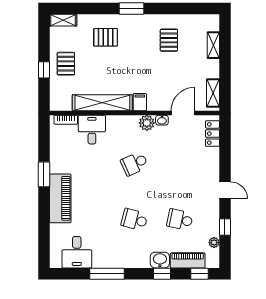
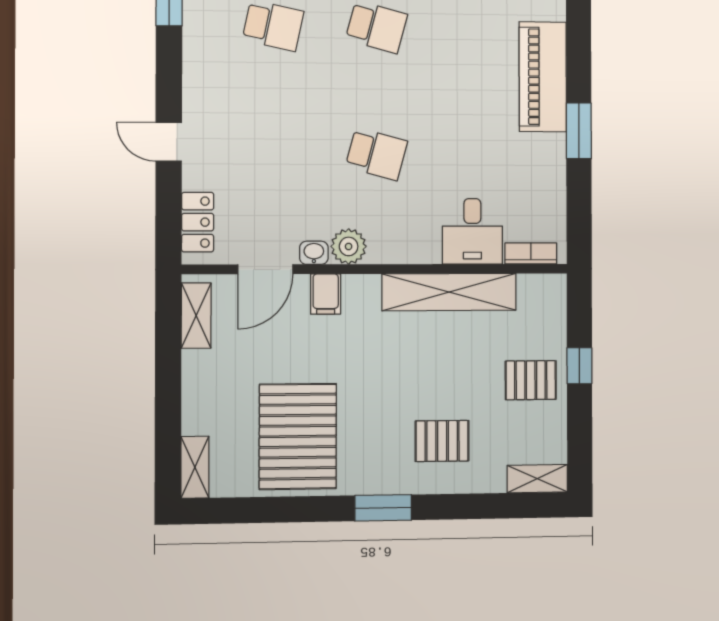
pallet: (169, 40) -> (298, 436), width x2.05, depth x2.00
shelving: (213, 45) -> (195, 467), moved
pallet: (66, 64) -> (531, 380), turned 90
filing cabinet: (140, 102) -> (326, 294), moved
school desk: (134, 164) -> (376, 154), turned 39
door: (225, 190) -> (169, 142), moved

